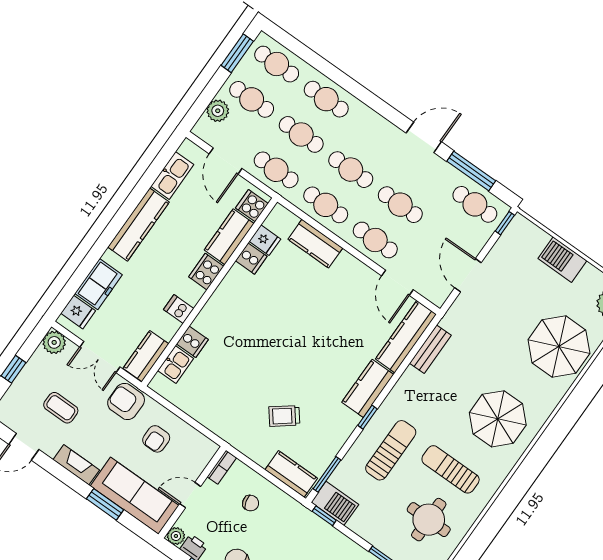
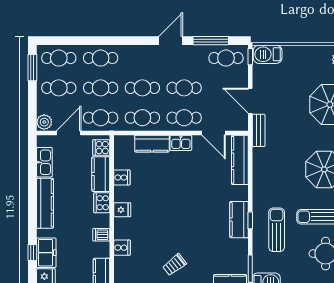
plant: (218, 111) -> (44, 122), moved
door: (226, 161) -> (69, 133), swing flipped
fridge: (265, 240) -> (122, 210), moved
barbecue: (562, 260) -> (268, 54), moved
window: (82, 272) -> (32, 252), added
bench: (430, 349) -> (259, 130), moved
kitchen sink: (176, 365) -> (181, 143), moved, turned 90
kitchen counter: (368, 388) -> (239, 220), moved
trolley: (284, 416) -> (174, 265), moved

